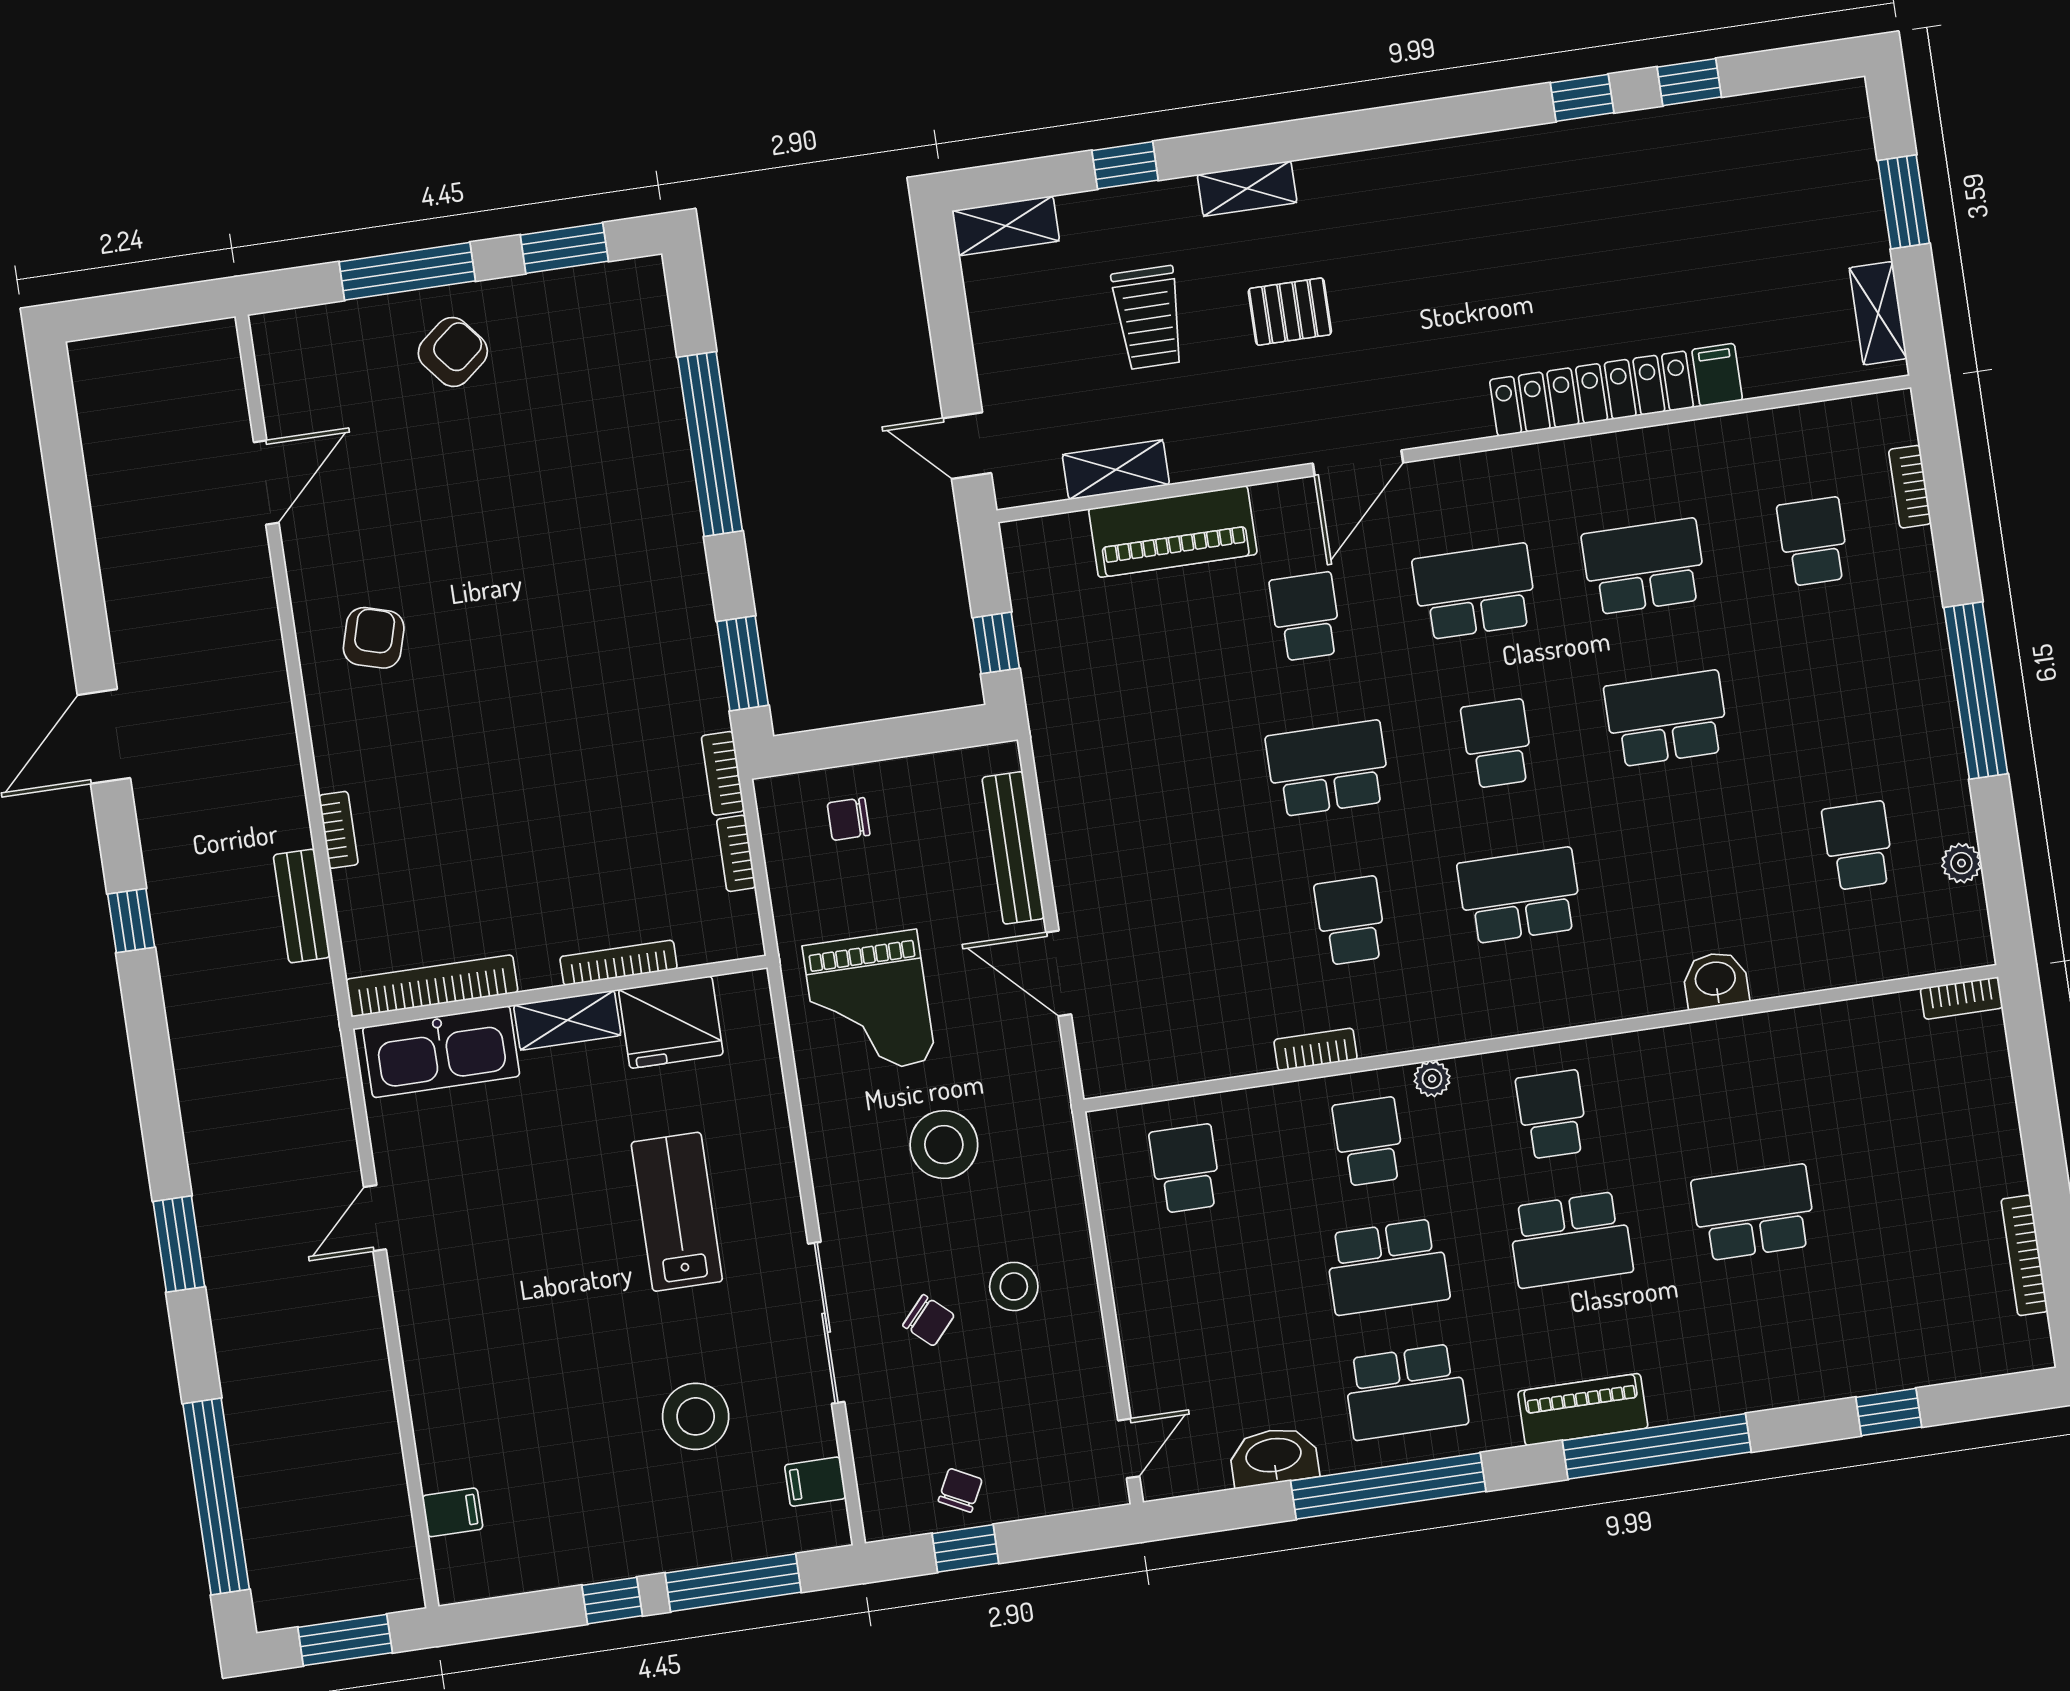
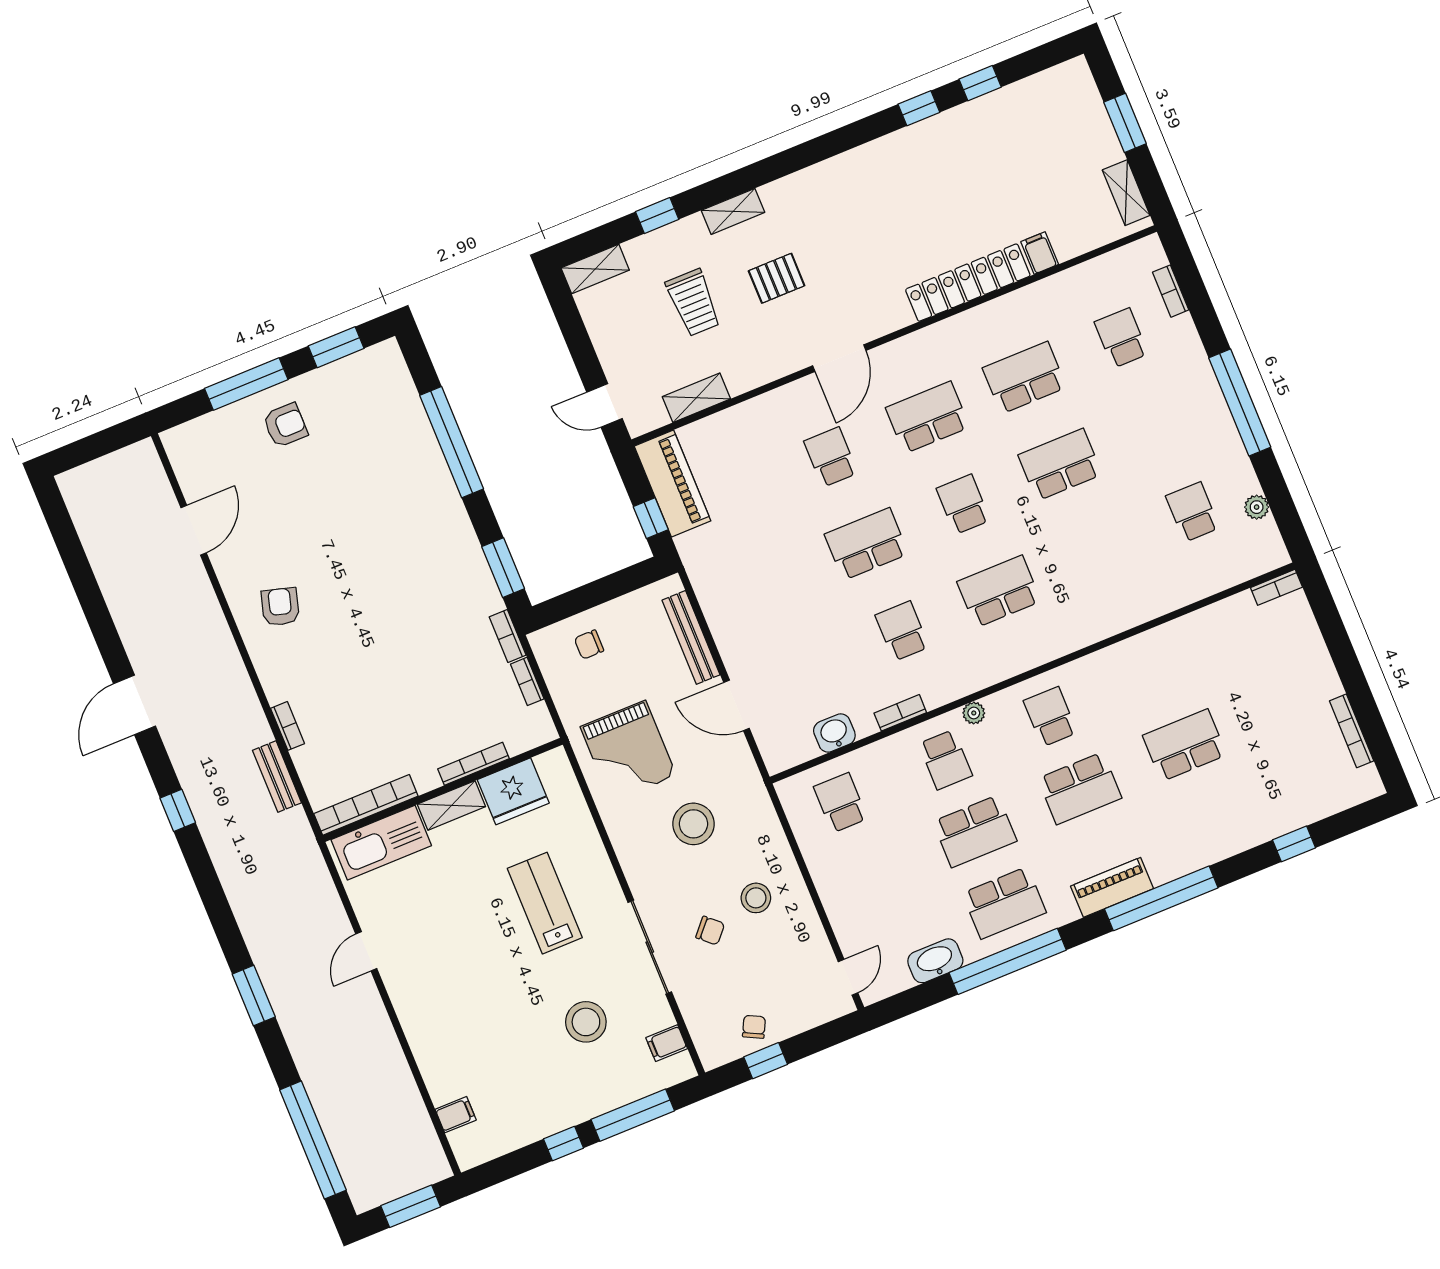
armchair: (453, 352) -> (285, 425), turned 39
piano: (1173, 531) -> (672, 484), moved, turned -90
washbasin: (1716, 980) -> (834, 733), moved
school desk: (1369, 1142) -> (945, 760), turned 180

